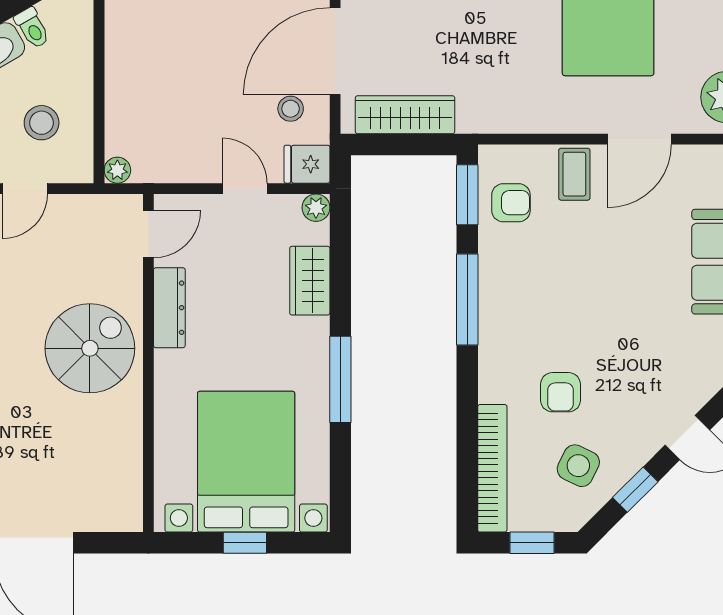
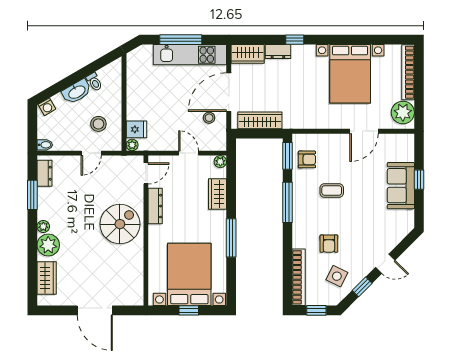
fridge: (307, 164) -> (136, 129), moved, turned 180
coffee table: (574, 174) -> (332, 190), moved, turned 90

